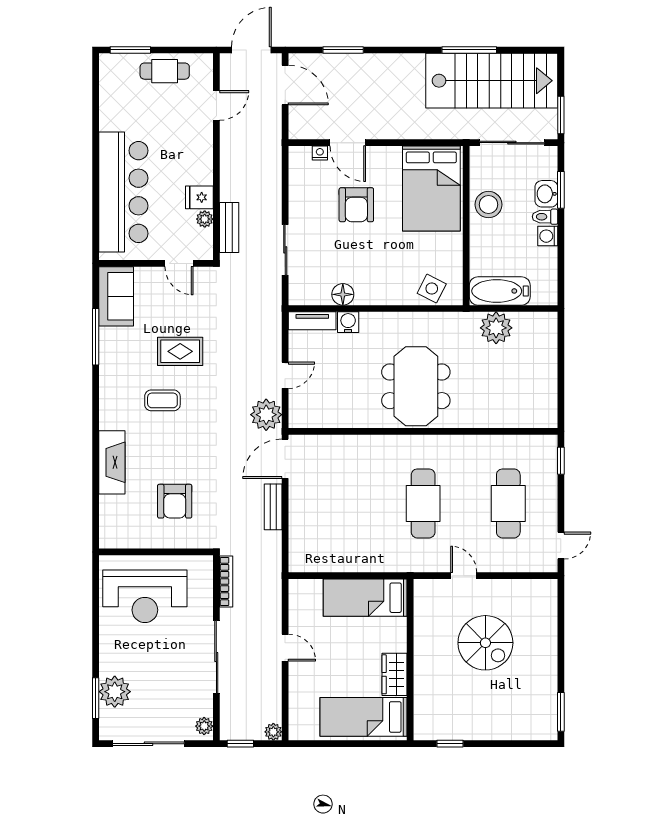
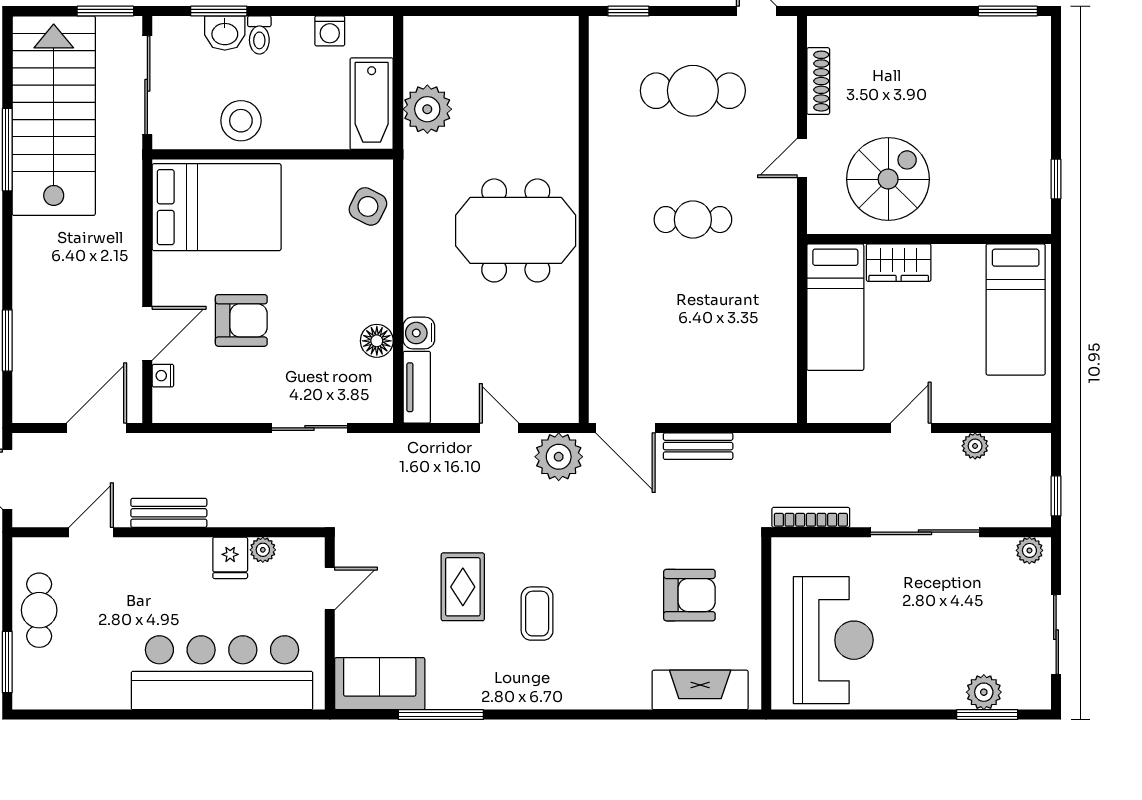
door: (285, 85) -> (97, 428), moved
door: (216, 105) -> (91, 532), hinge flipped
bench: (229, 228) -> (169, 513), moved
washing machine: (548, 236) -> (330, 31), moved
fireplace: (112, 462) -> (700, 690), moved
cafe table: (423, 503) -> (693, 220), width x0.73, depth x0.74
shoe rack: (515, 586) -> (818, 81), added
spiral stairs: (485, 643) -> (888, 179), moved
wardrobe: (395, 674) -> (899, 263), moved
plant: (115, 692) -> (984, 692), width x0.73, depth x0.73
plant: (273, 732) -> (975, 446), moved
sliding door: (148, 744) -> (1056, 635), width x0.73

